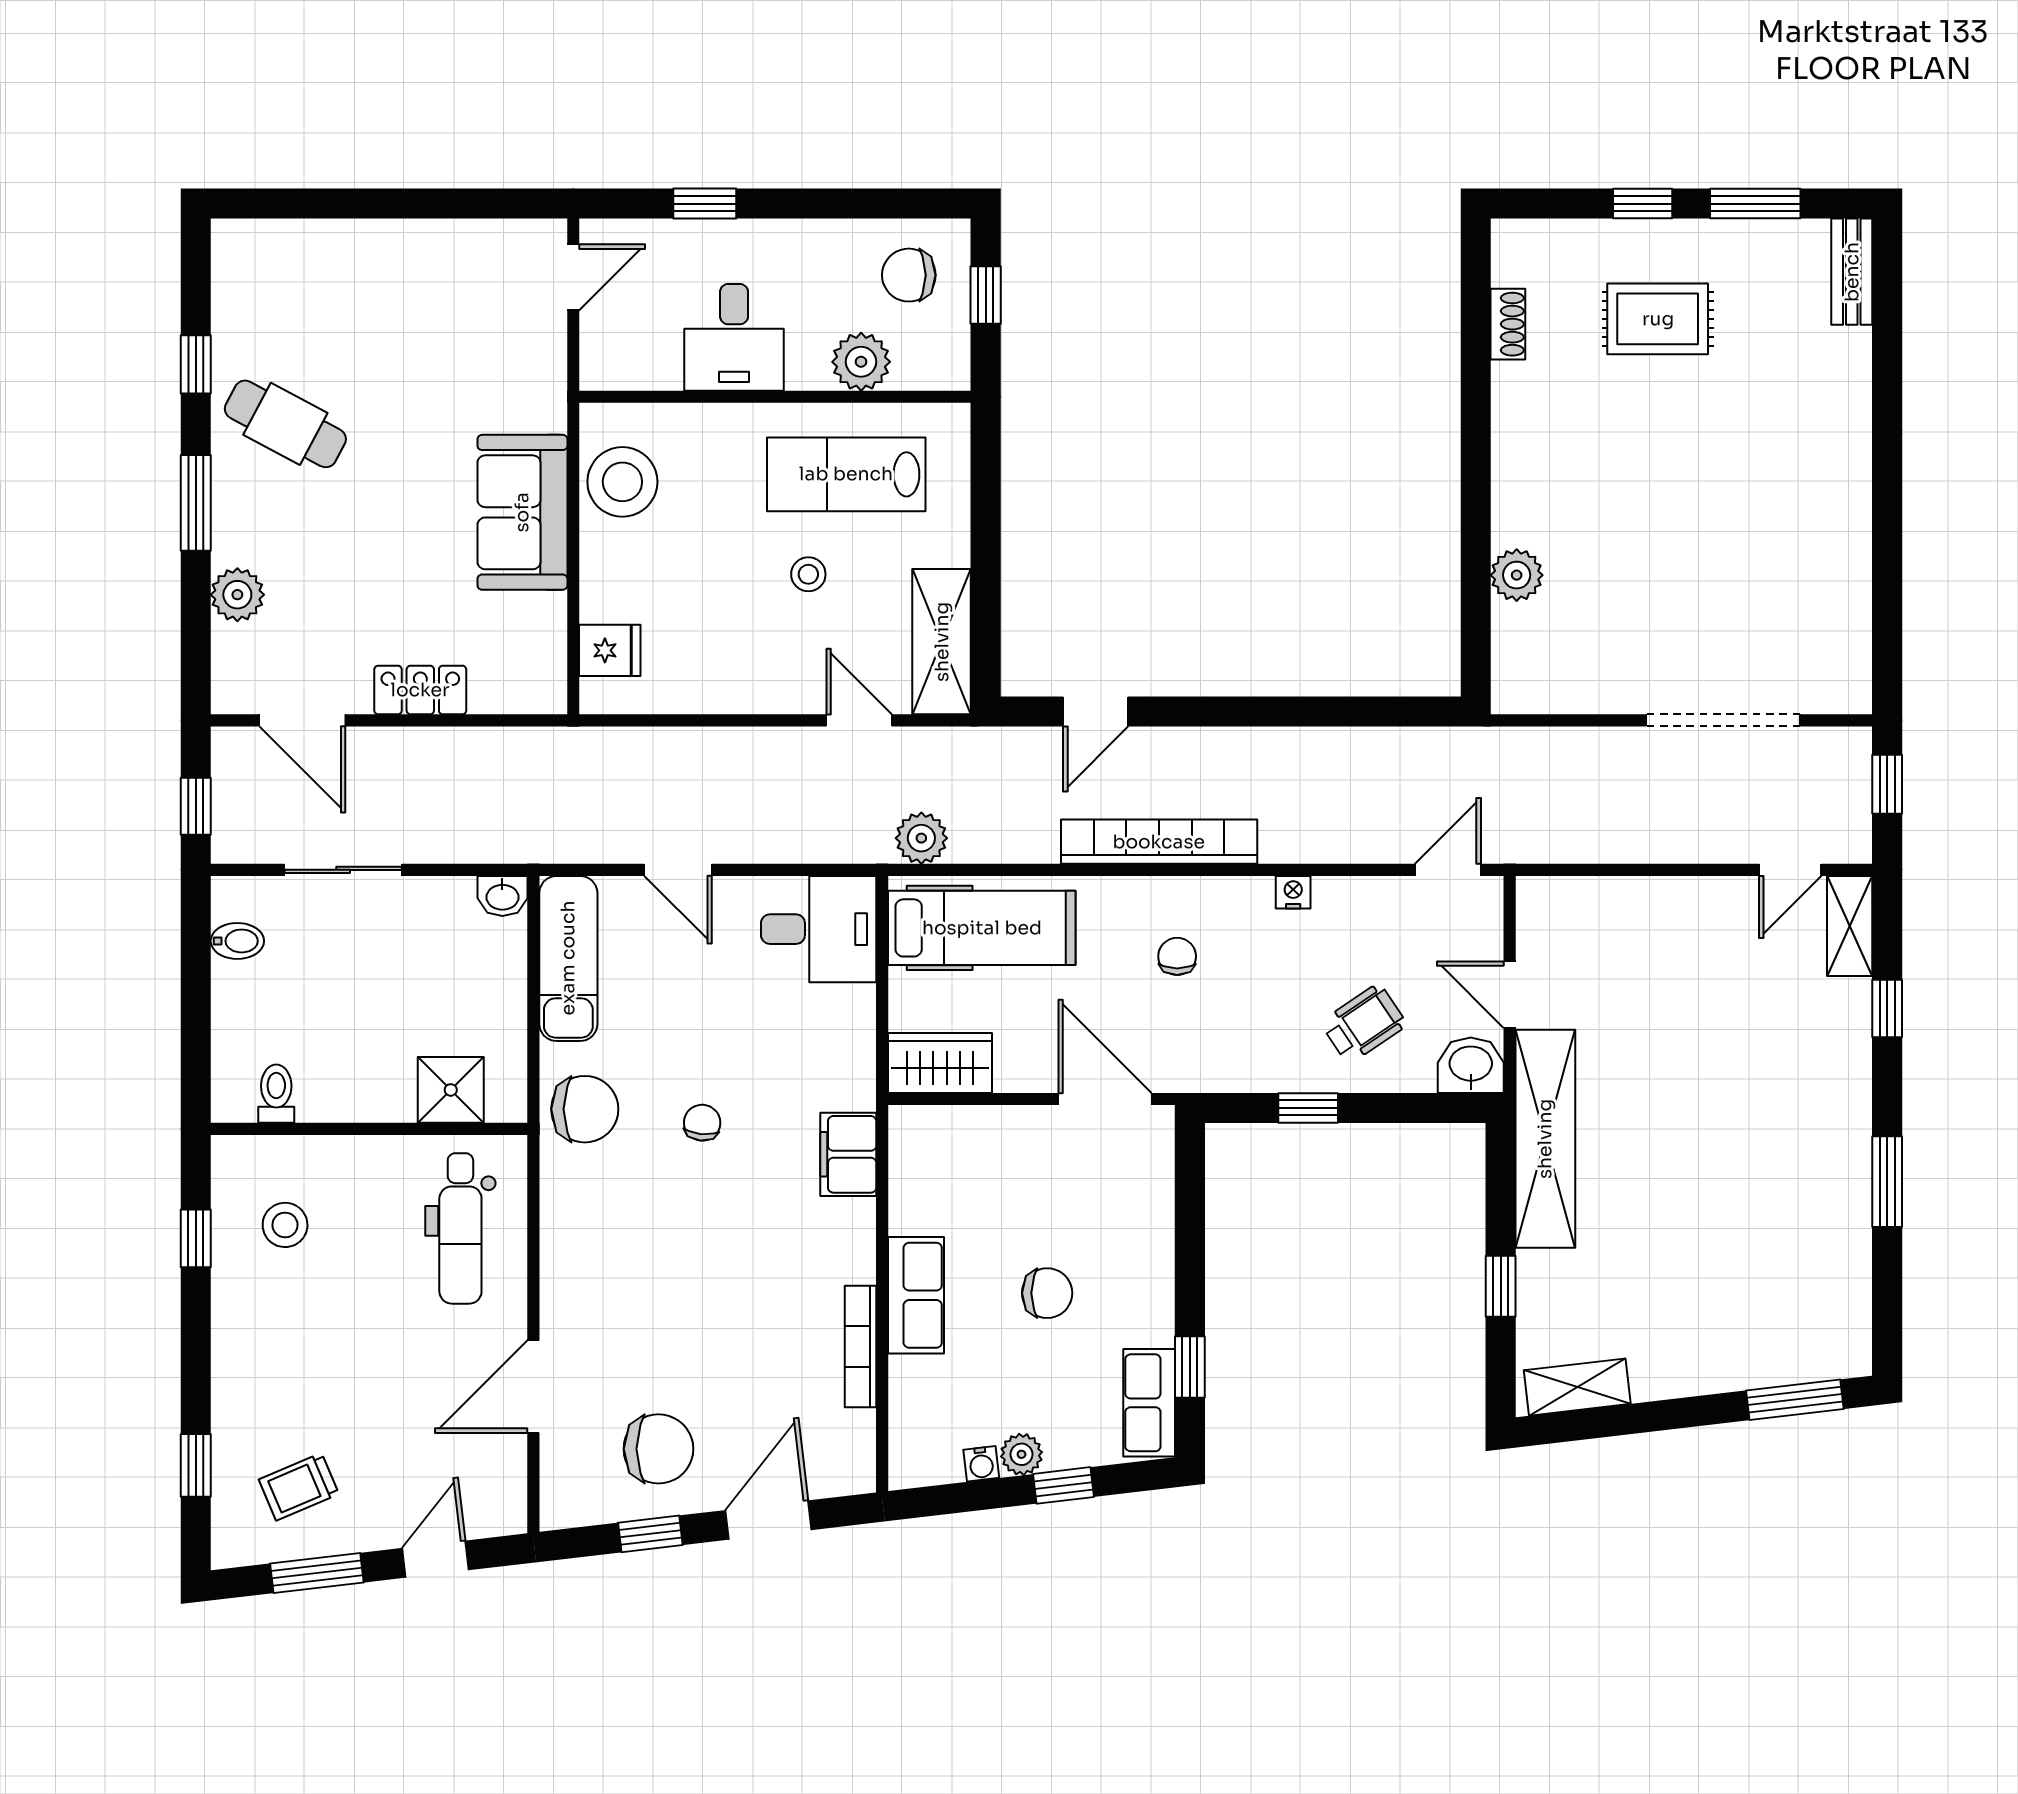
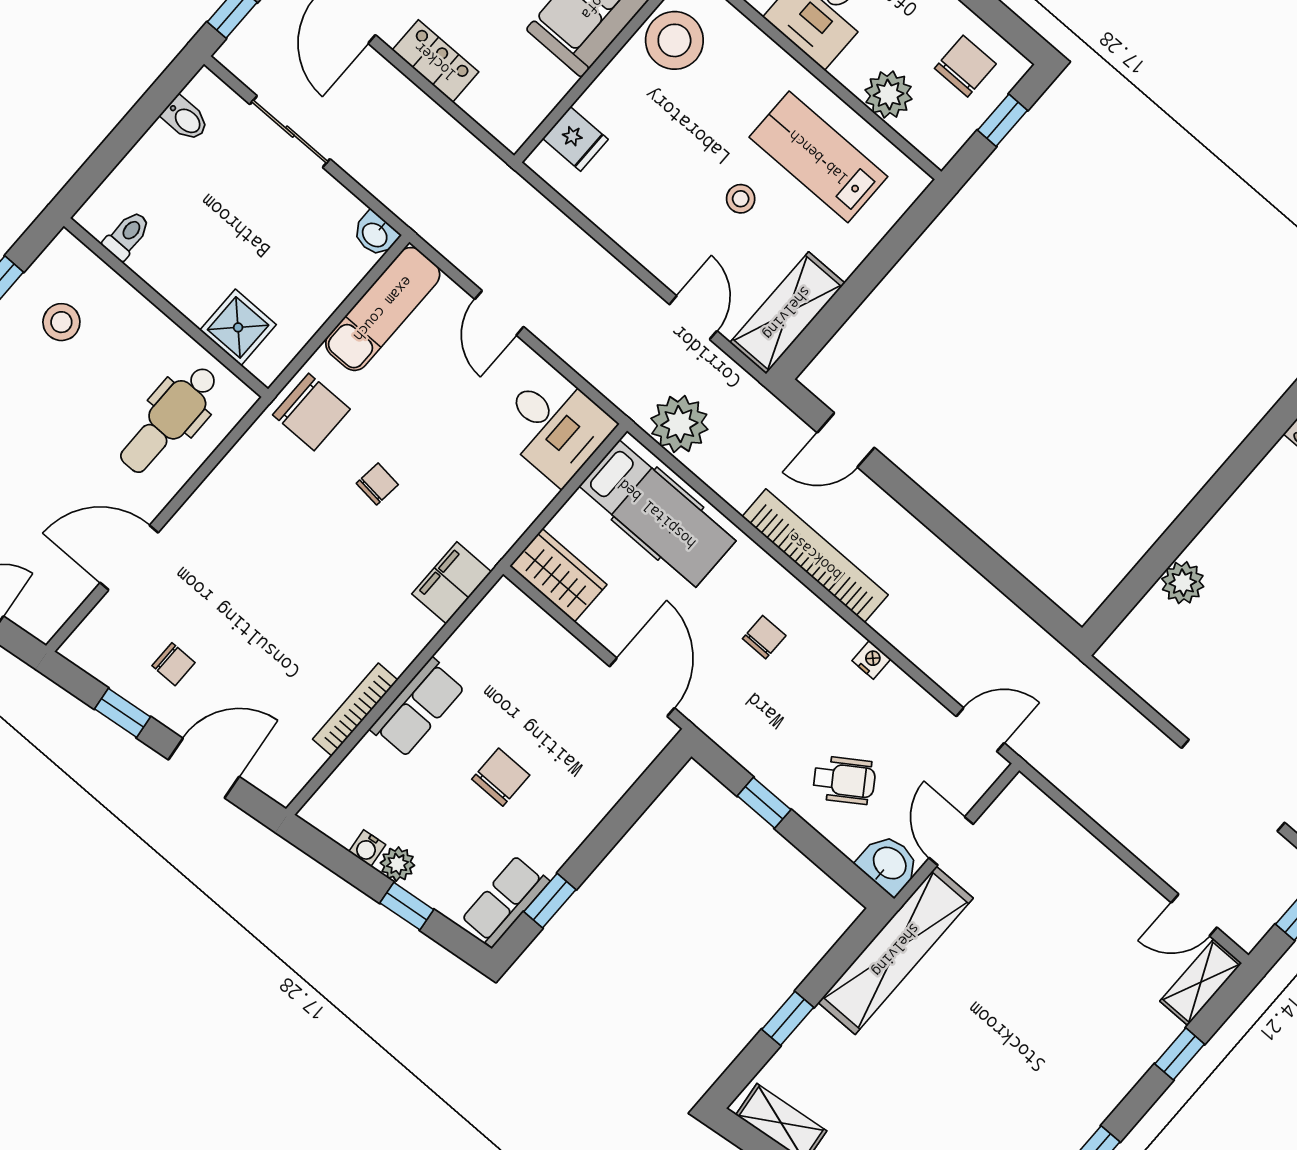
chair: (909, 275) -> (965, 66), turned 90
plant: (921, 838) -> (679, 424), width x1.36, depth x1.36
chair: (1047, 1293) -> (501, 777), turned -90
chair: (658, 1449) -> (174, 664), width x0.54, depth x0.54

